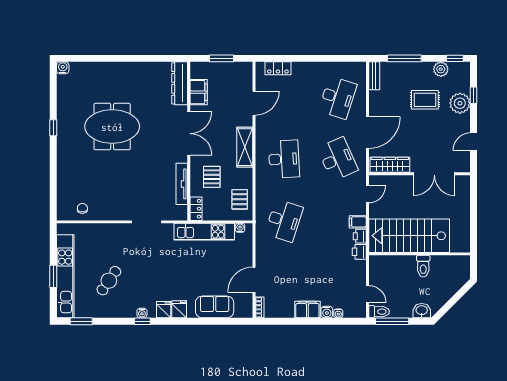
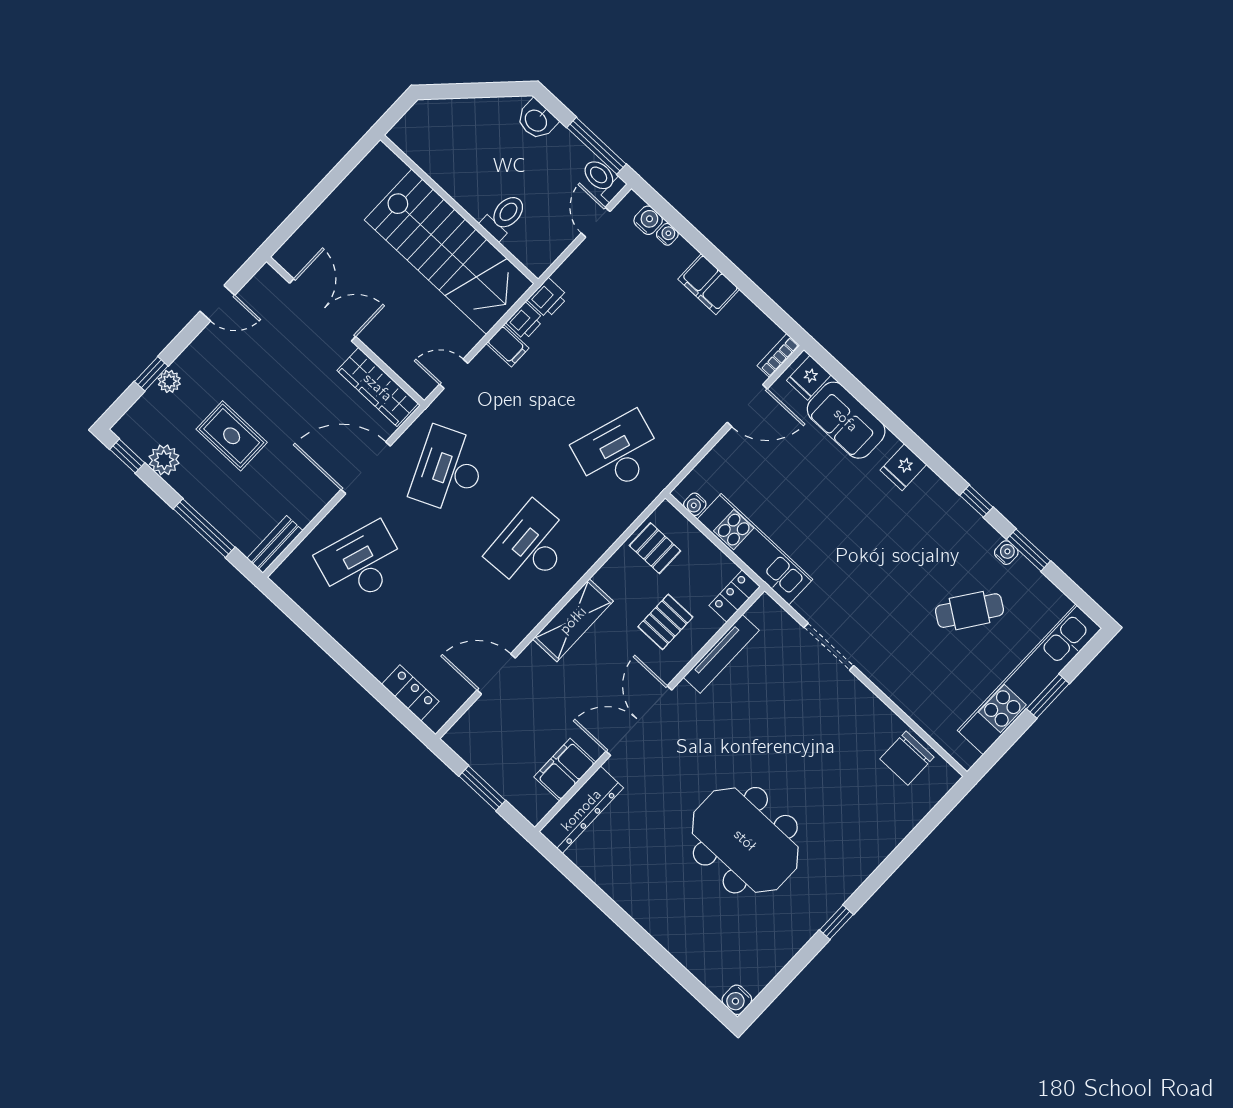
plant: (460, 103) -> (169, 381), width x0.53, depth x0.53
pallet: (240, 199) -> (655, 548), turned 90
chair: (82, 208) -> (907, 758), width x1.87, depth x1.87
toilet: (423, 266) -> (504, 216), moved
fridge: (164, 310) -> (809, 378), moved
water cooler: (327, 312) -> (648, 220), moved
water cooler: (142, 313) -> (1006, 553), moved
window: (81, 321) -> (1029, 550), moved

